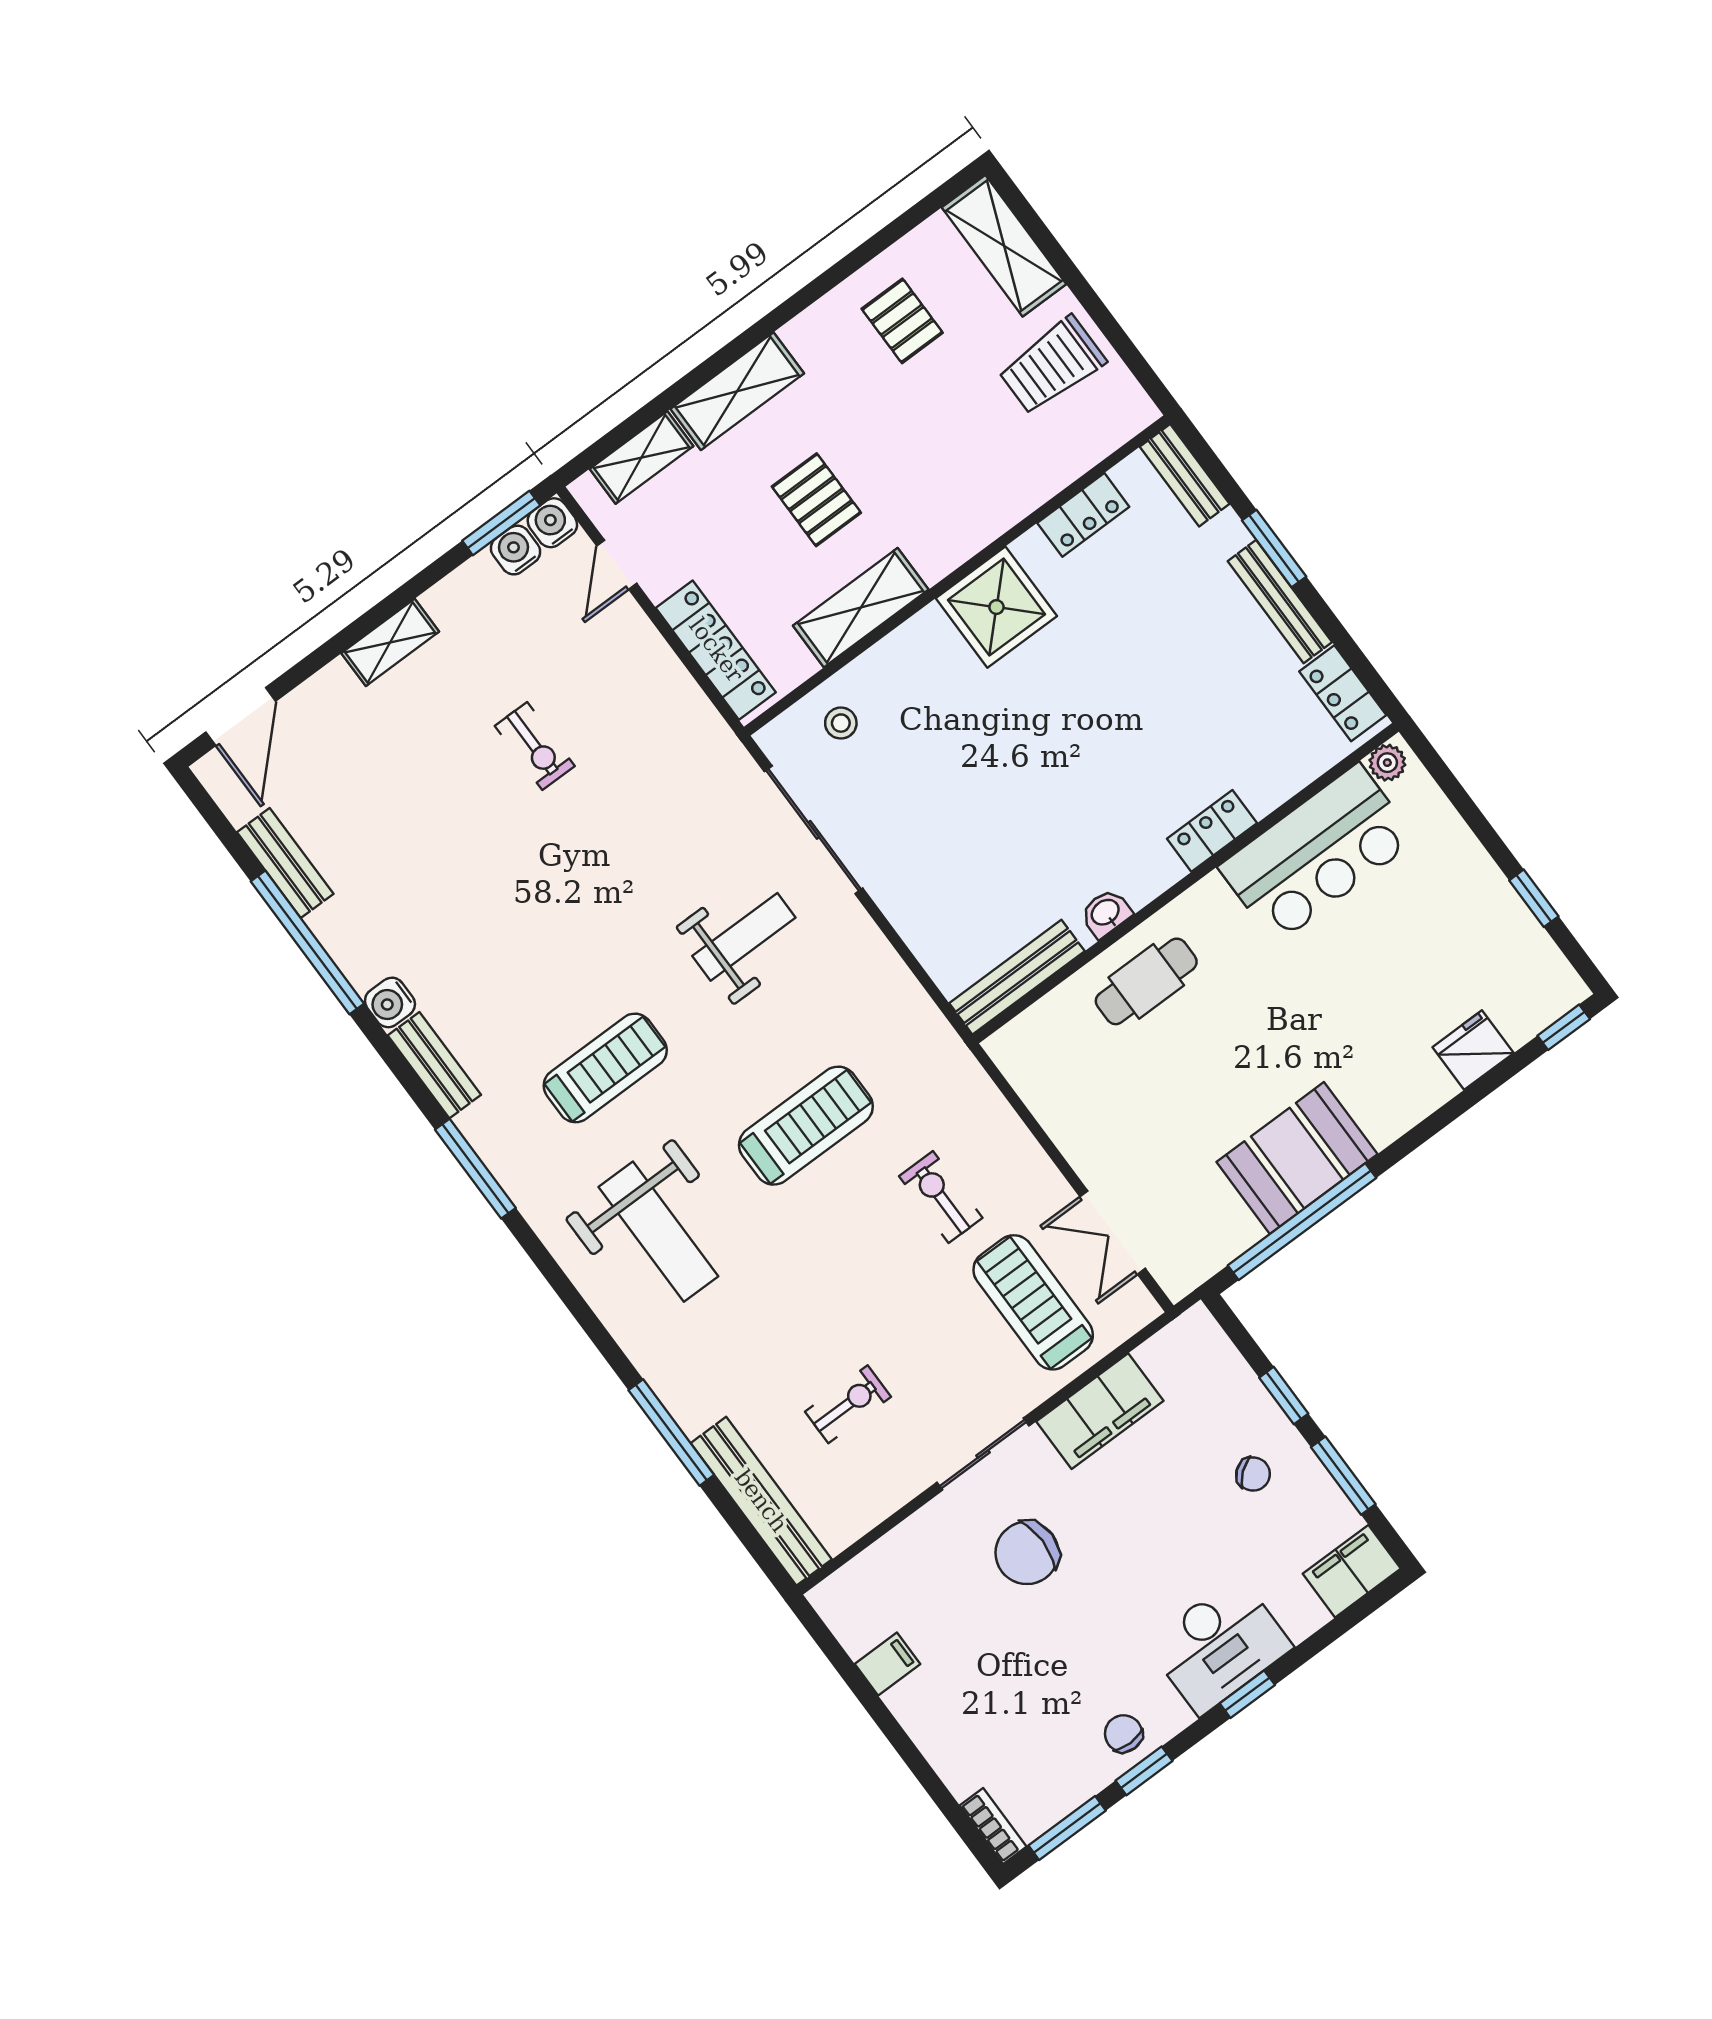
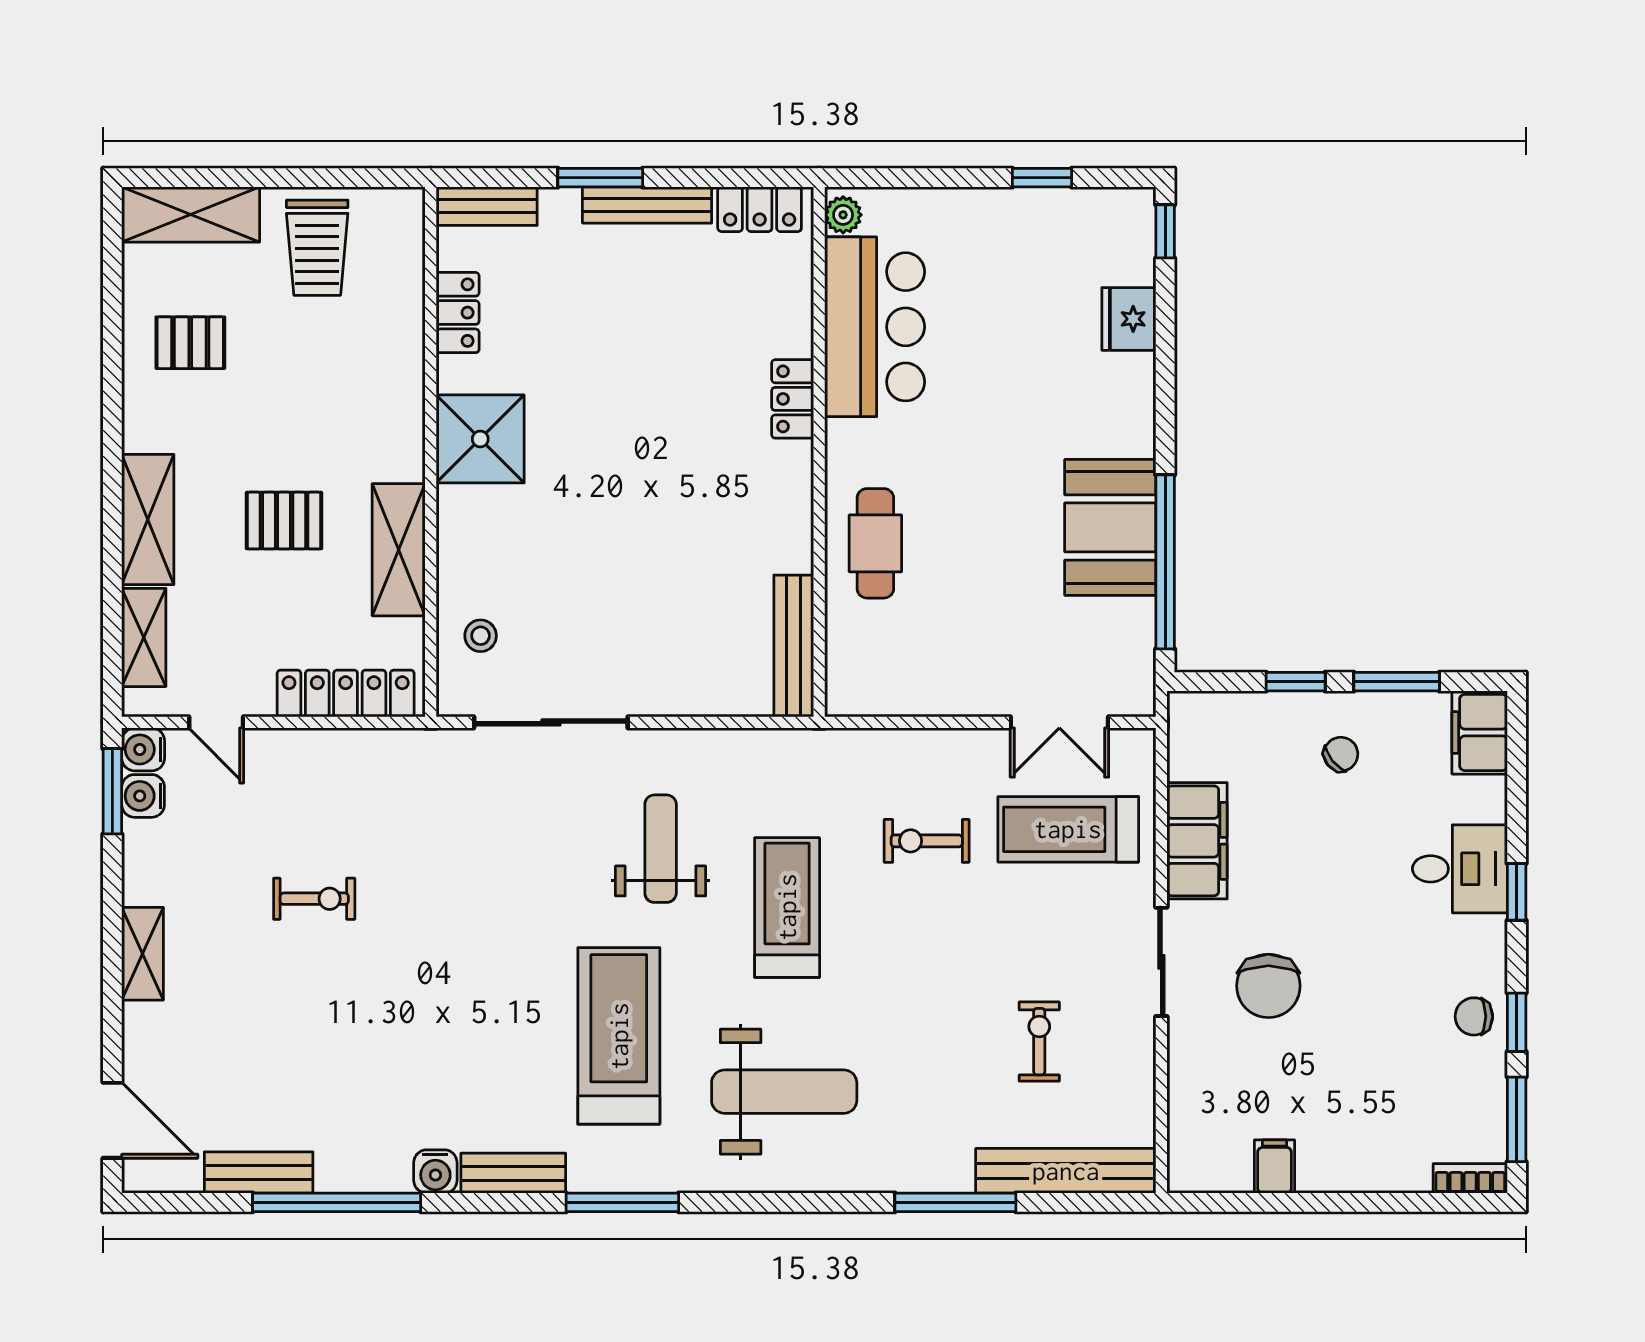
washbasin: (1106, 913) -> (795, 535), removed
weight bench: (744, 937) -> (661, 849), moved
treadmill: (605, 1068) -> (619, 1036), width x1.37, depth x1.38
desk: (1219, 1645) -> (1460, 869), width x0.73

